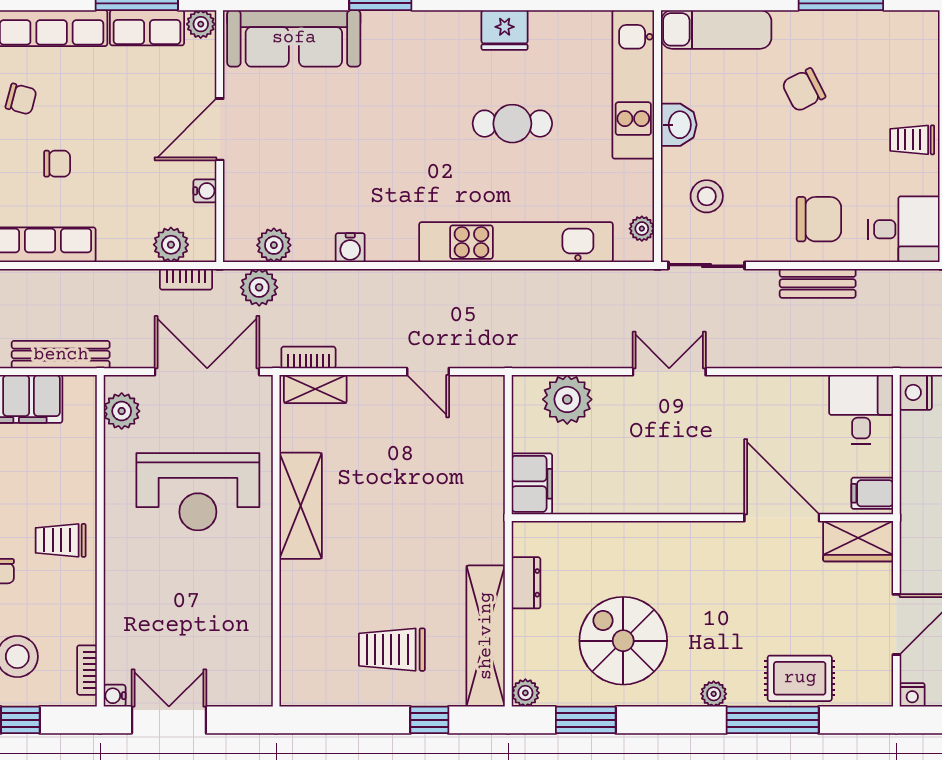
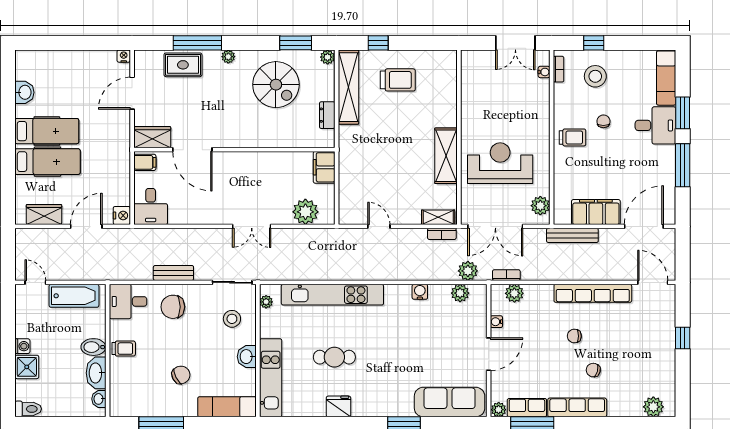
water cooler: (115, 696) -> (544, 72), moved

